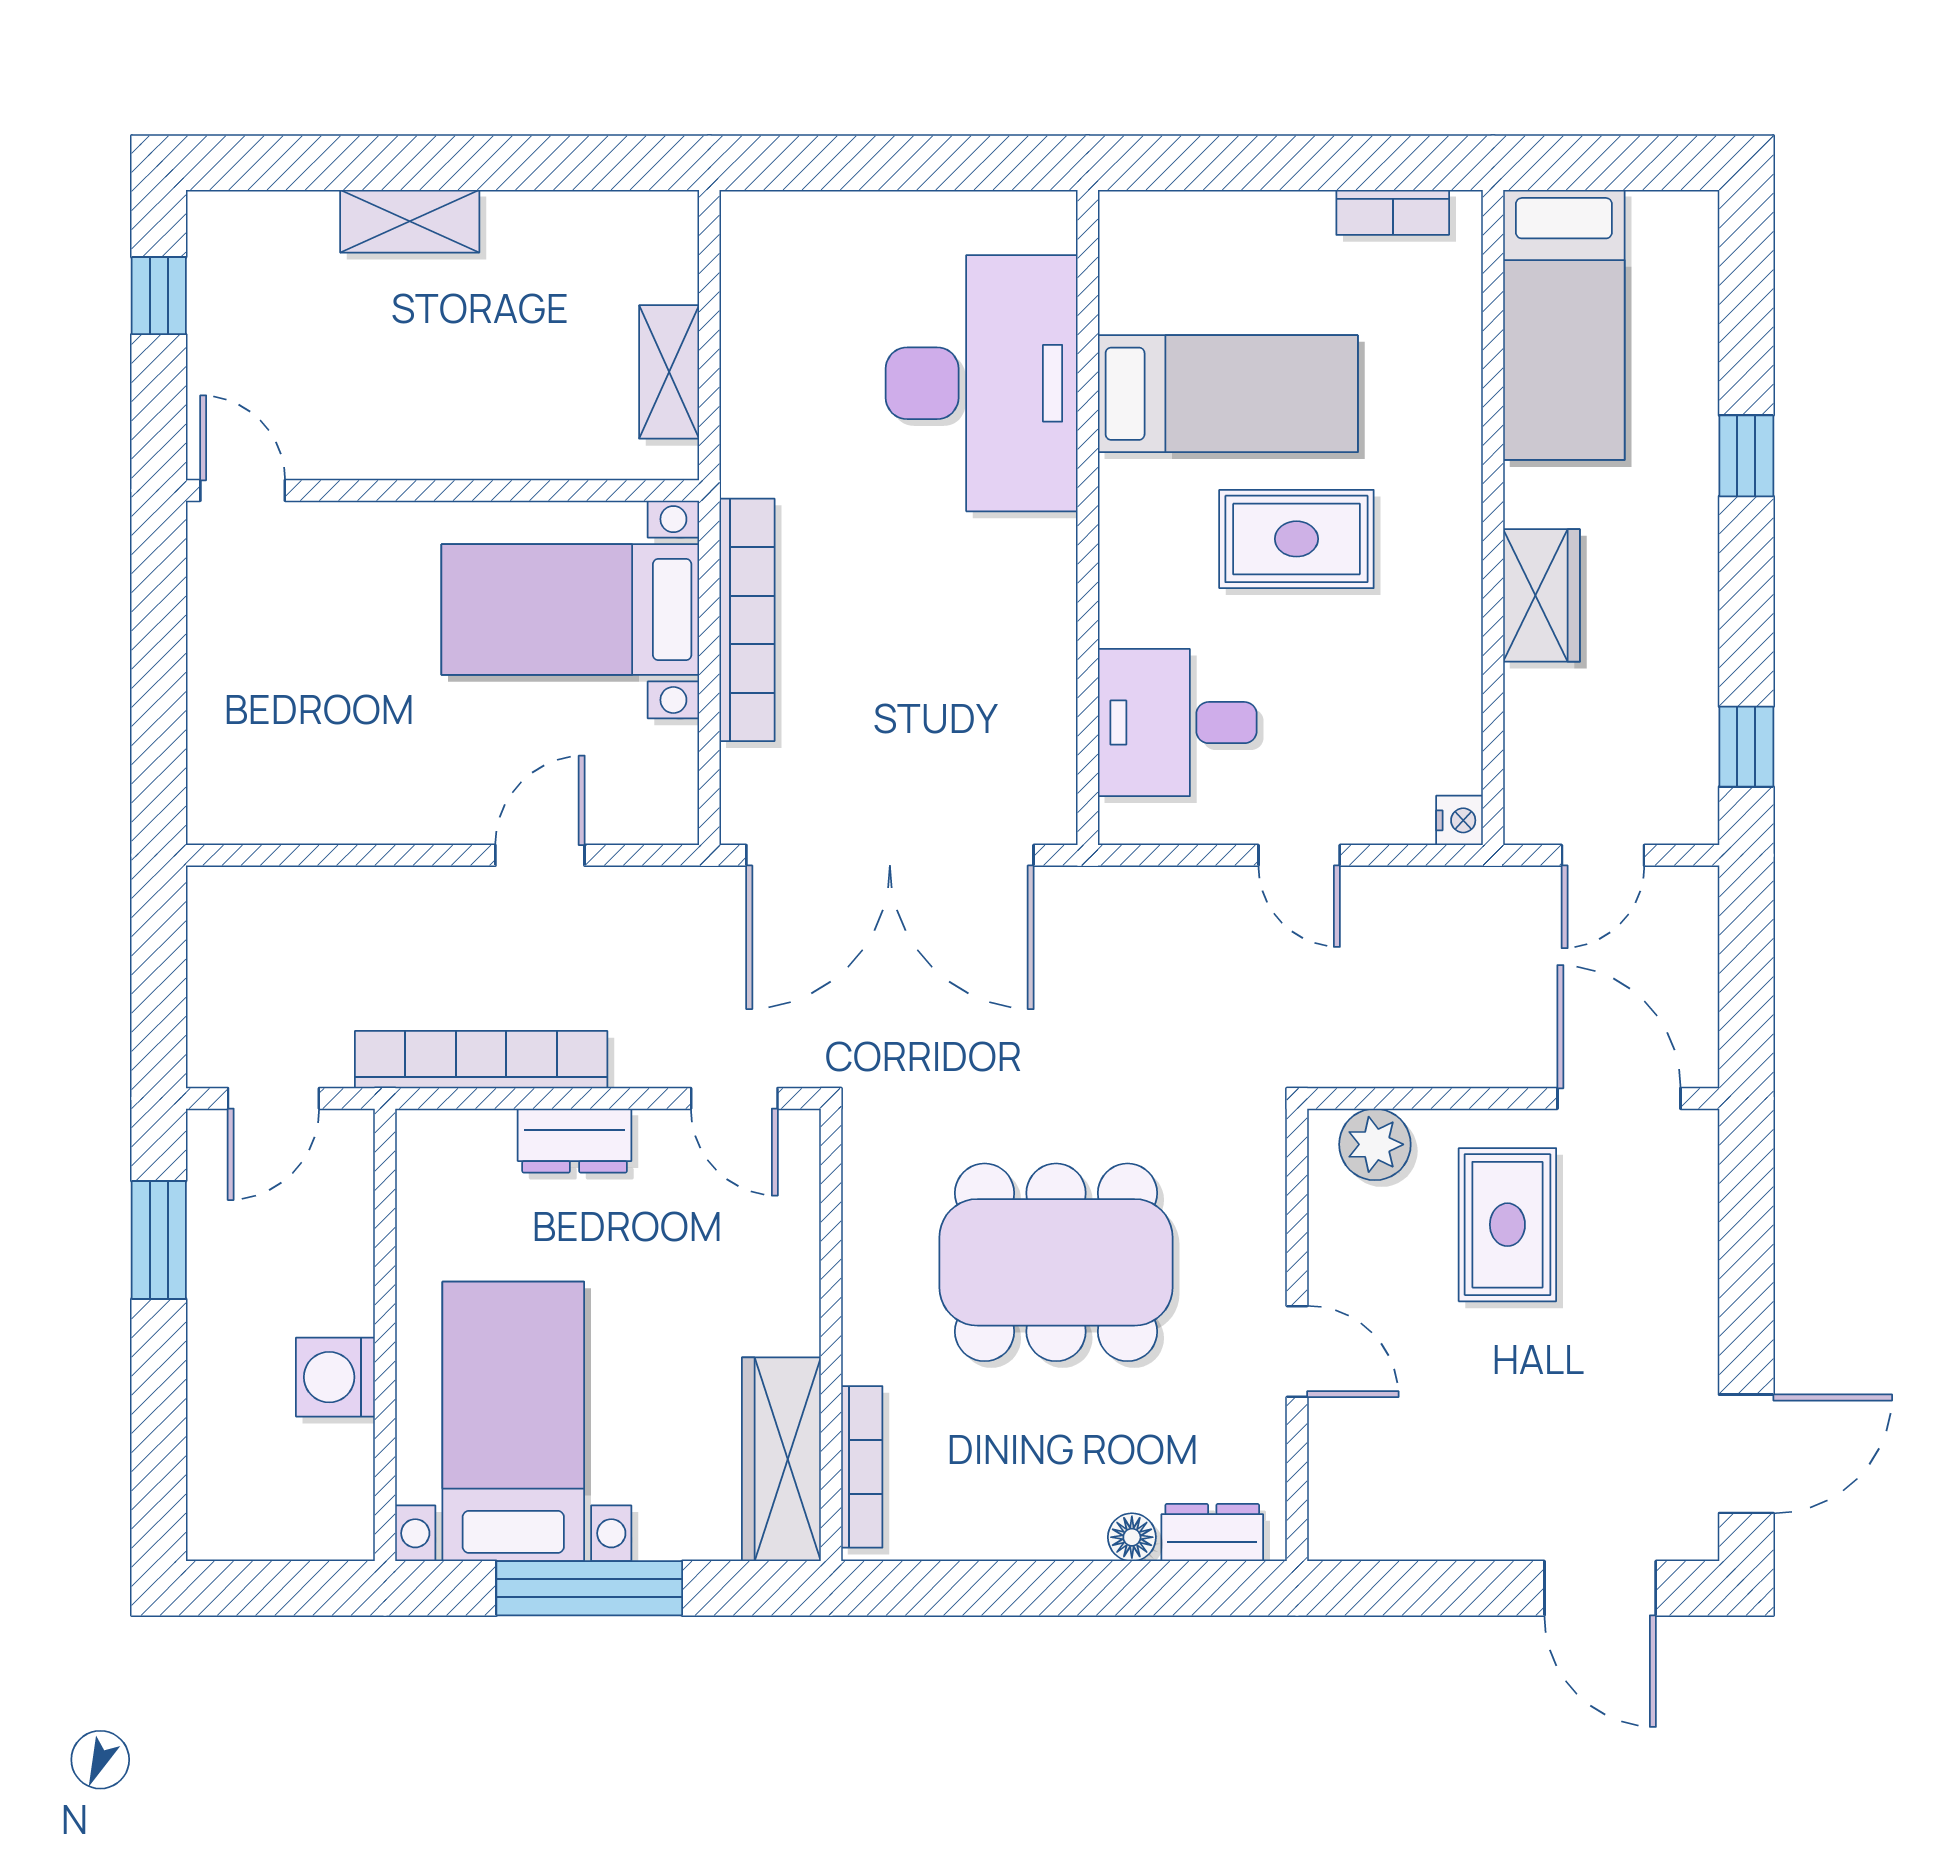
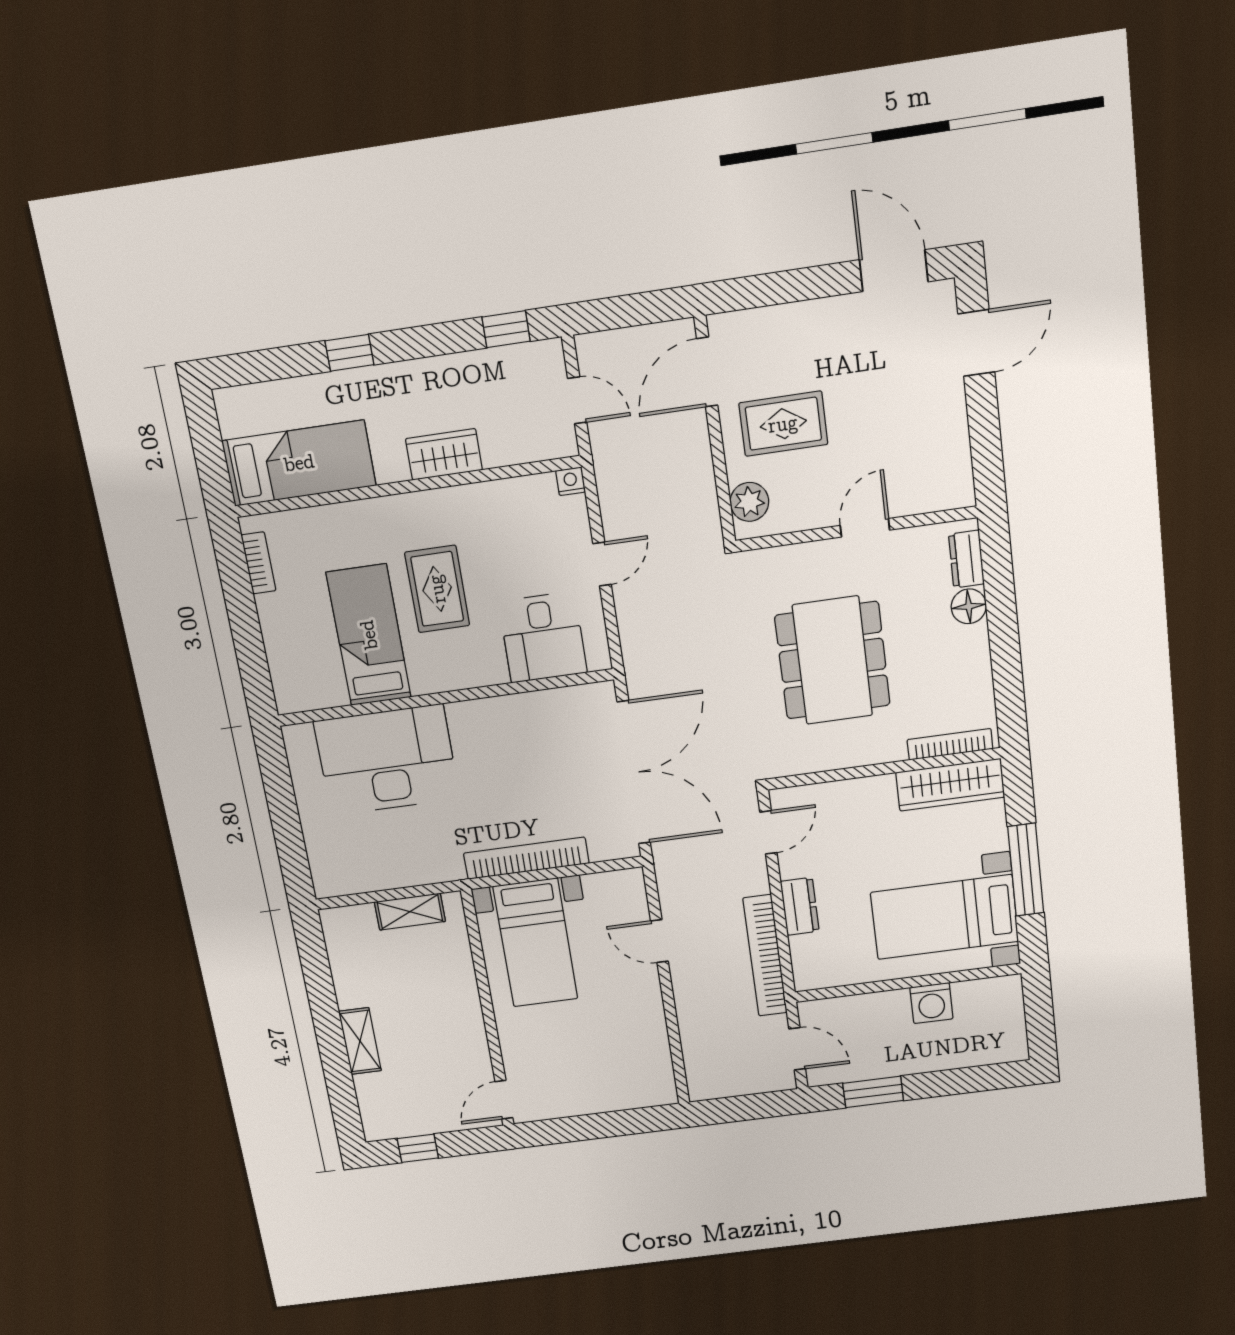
floor lamp: (1132, 1537) -> (969, 606), width x1.37, depth x1.37

